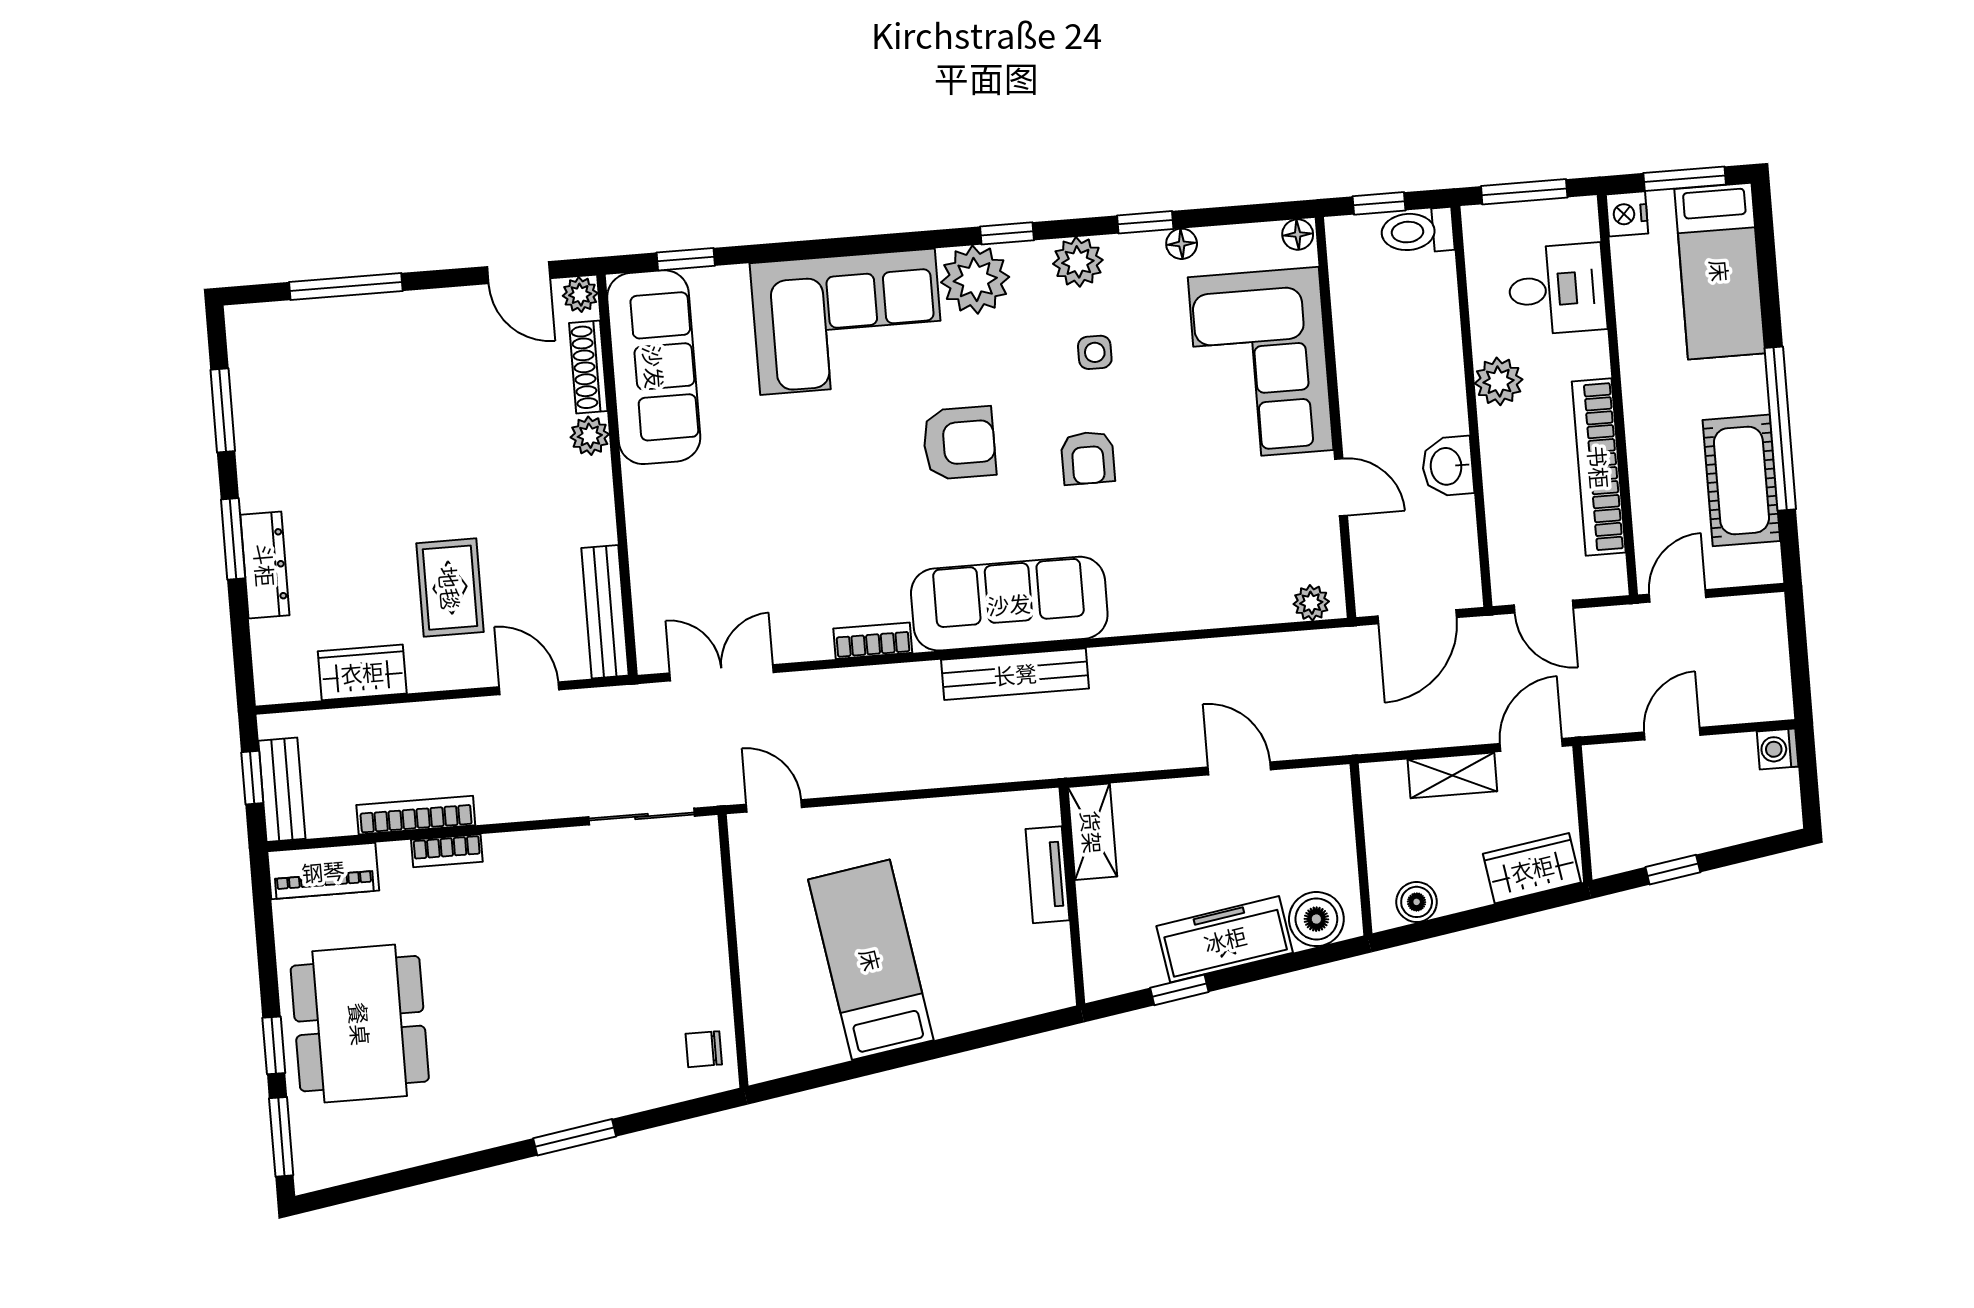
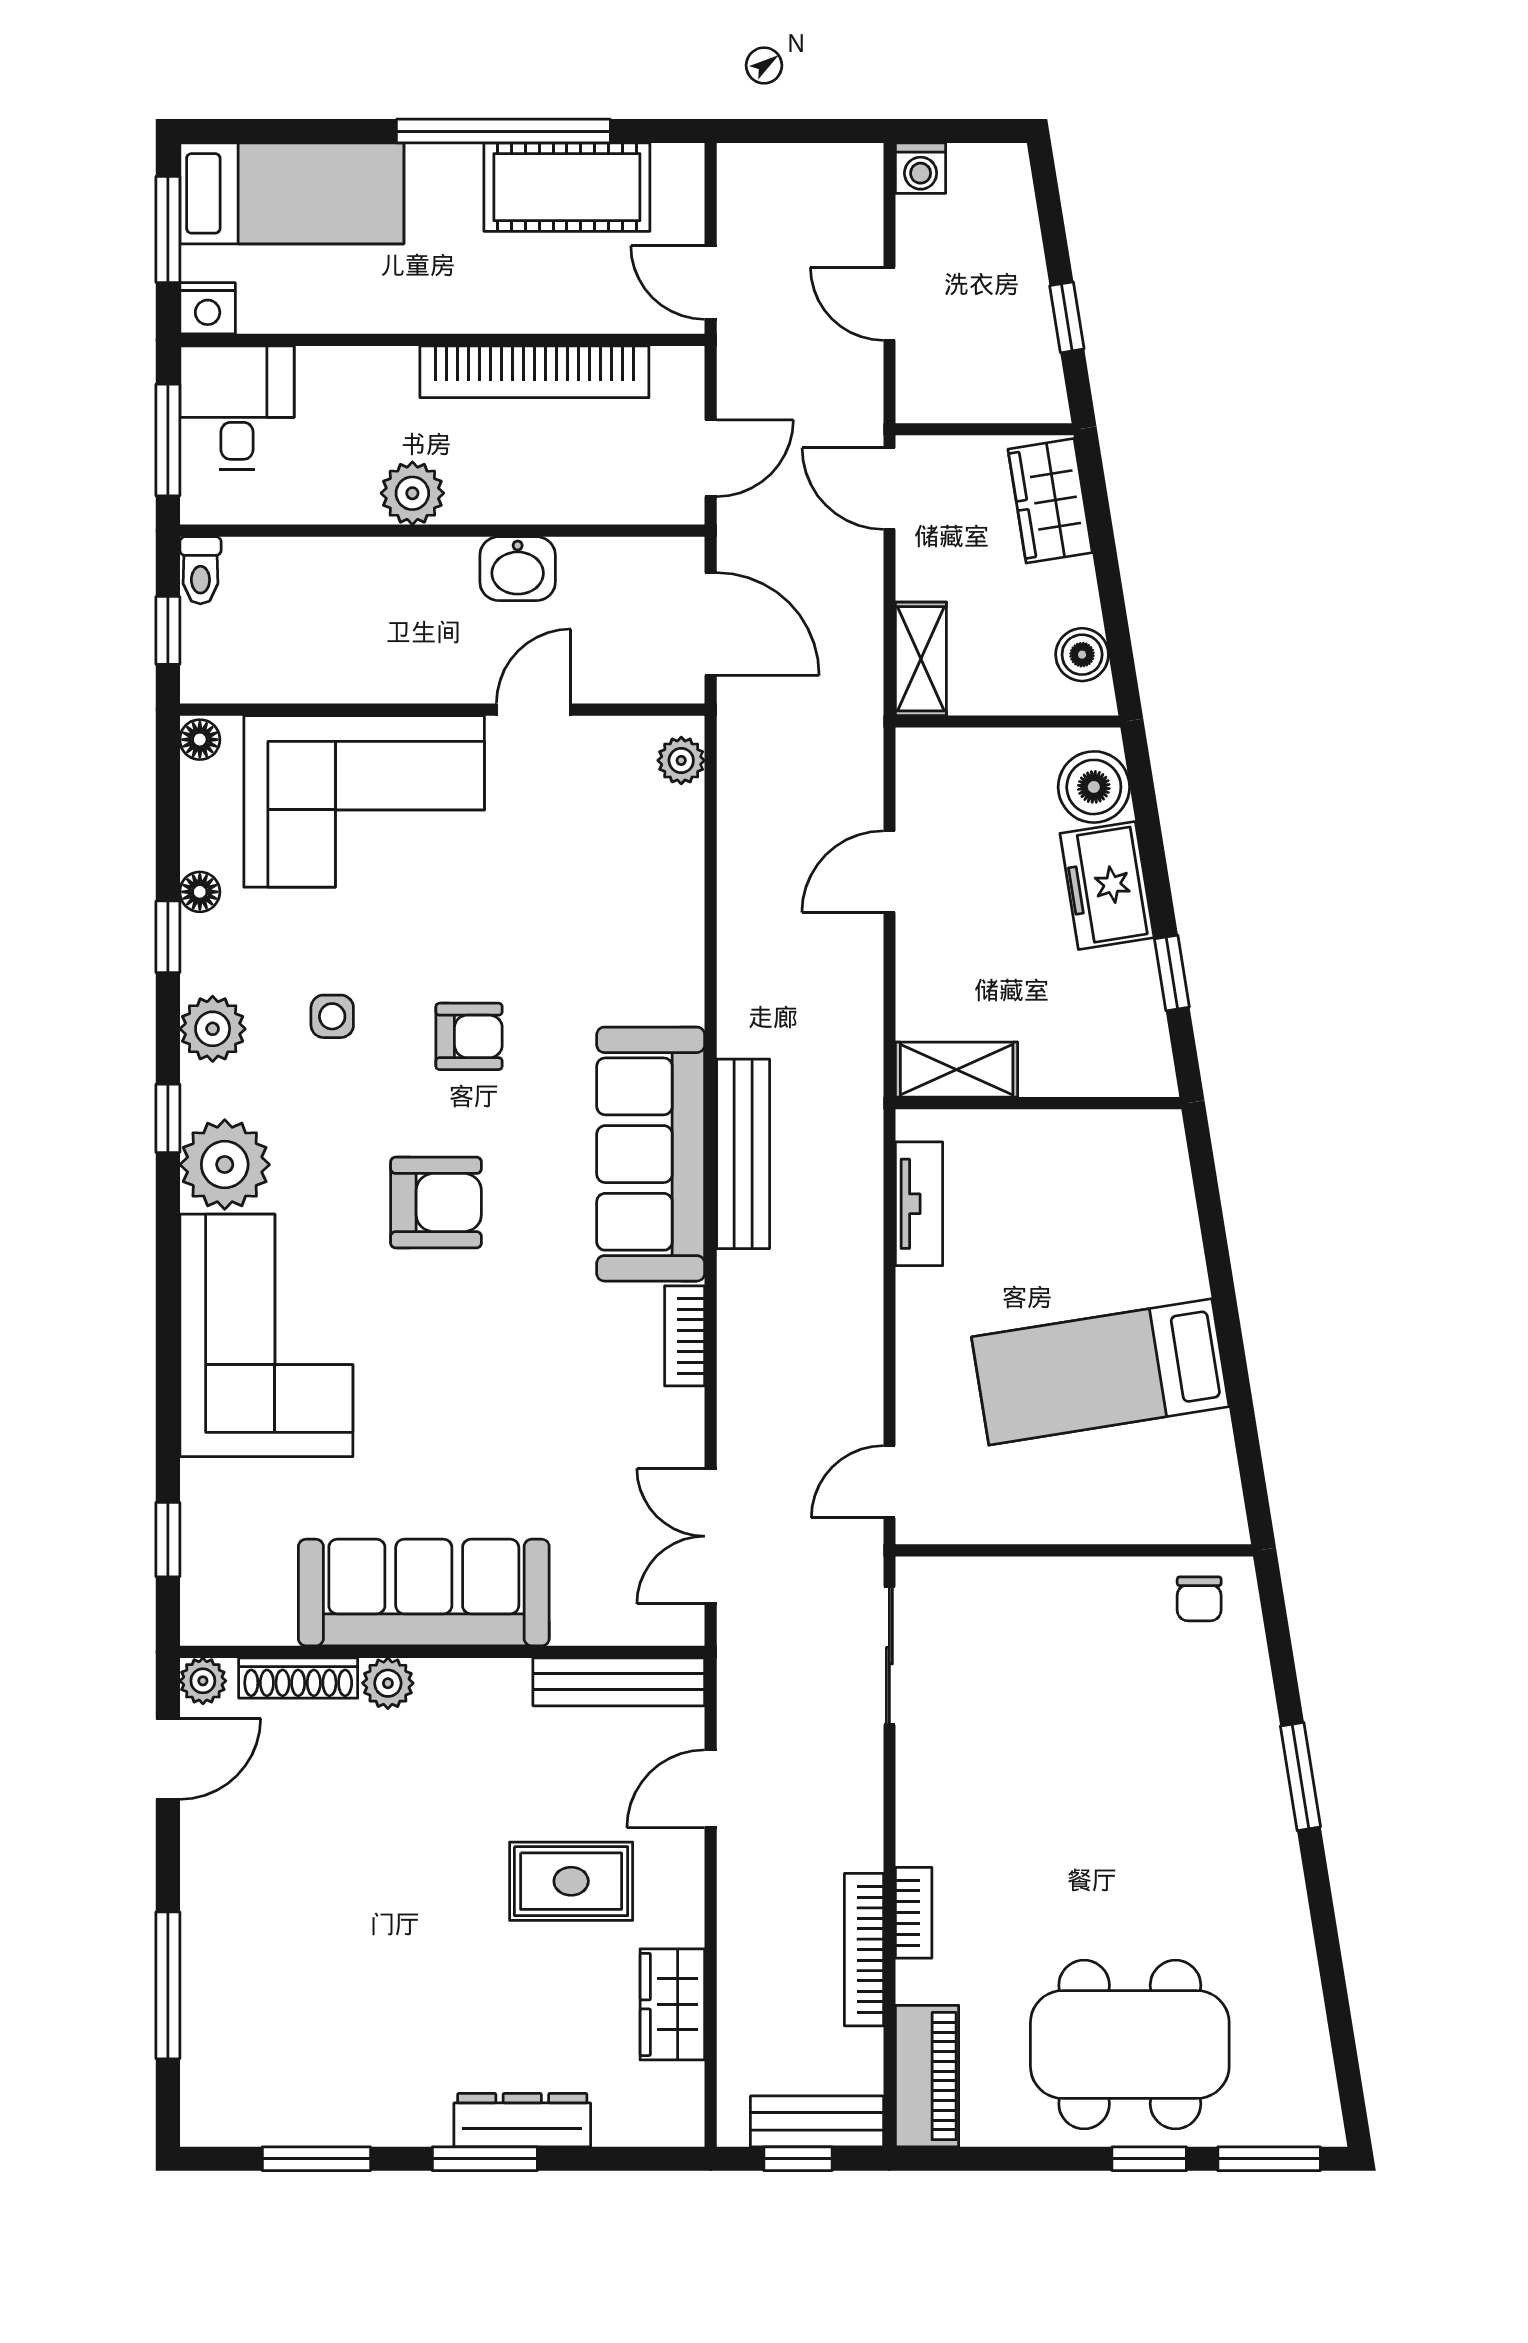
toilet: (1417, 231) -> (200, 570), width x0.73, depth x0.72
desk: (1557, 289) -> (237, 407), moved
sofa: (654, 367) -> (424, 1593), moved
armchair: (959, 443) -> (436, 1203), turned 90
shelving: (1452, 775) -> (921, 659), moved
tv unit: (1047, 875) -> (919, 1204), moved, turned -90
freezer: (1225, 939) -> (1107, 885), width x0.71

